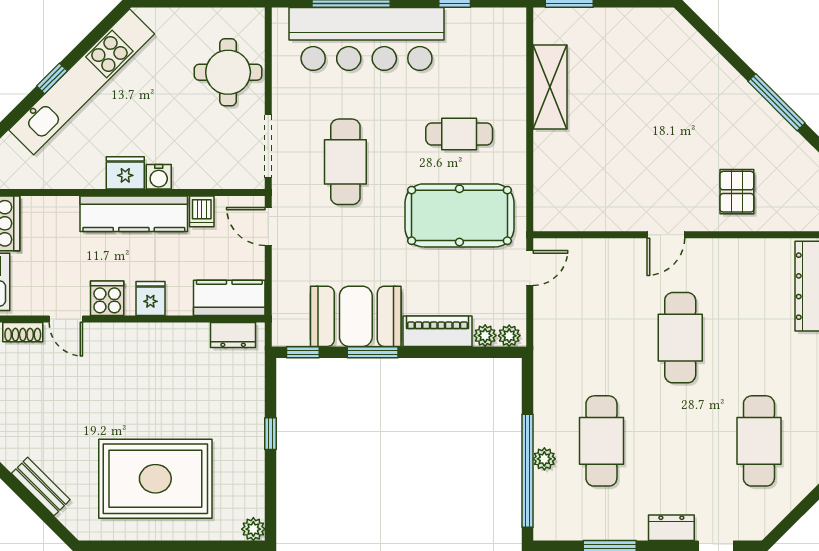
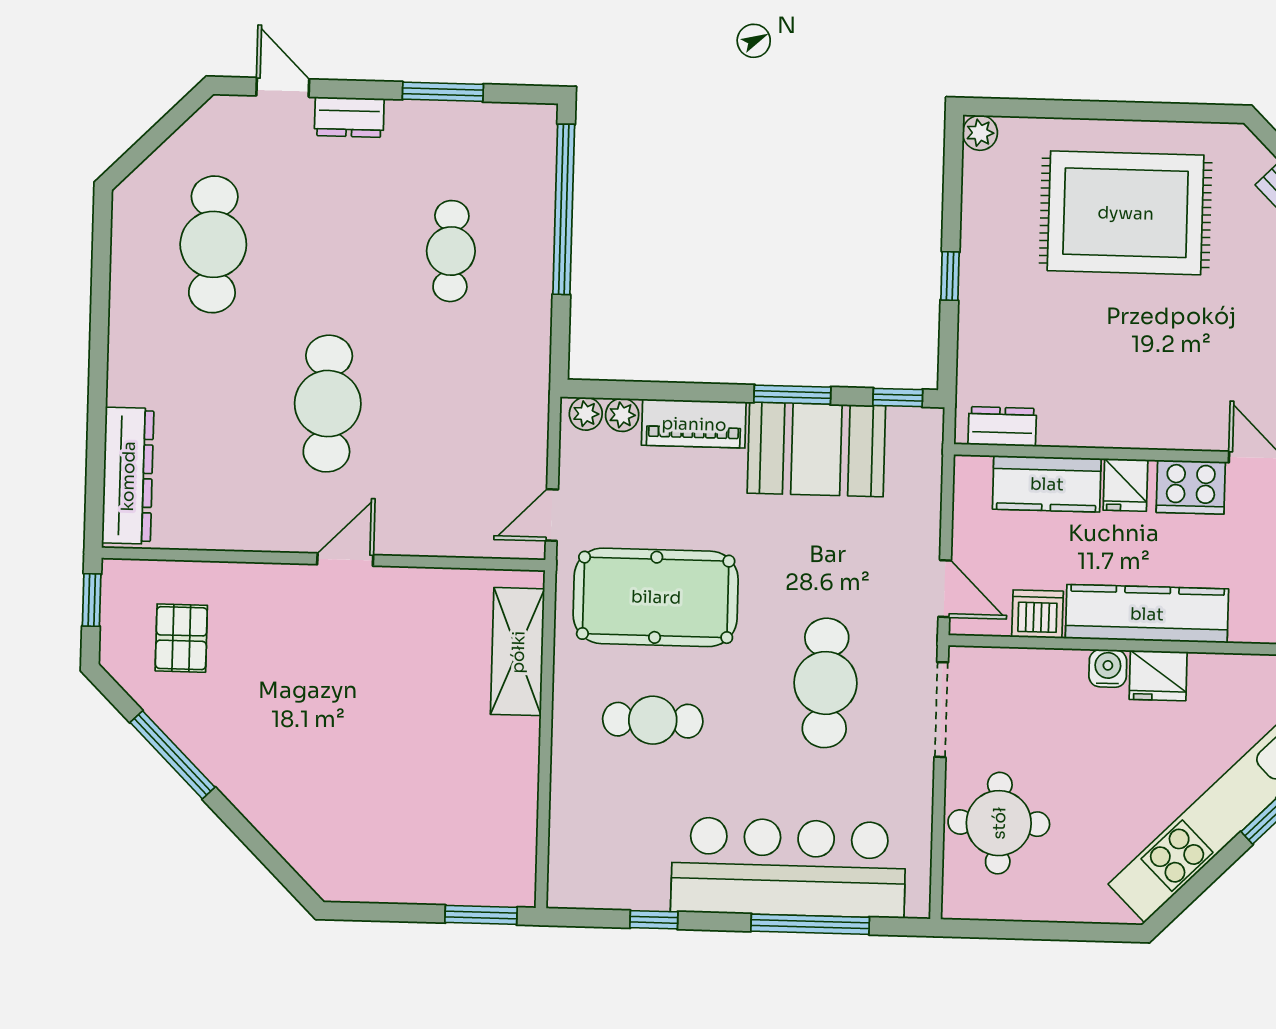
shelving: (550, 87) -> (518, 652), moved
pallet: (737, 192) -> (181, 638), moved
dishwasher: (202, 211) -> (1038, 614), width x1.38
cooker: (107, 298) -> (1191, 487), width x1.36
kitchen counter: (229, 298) -> (1047, 484), moved
cafe table: (601, 441) -> (451, 251), width x0.73, depth x0.74
plant: (544, 459) -> (538, 226), removed

